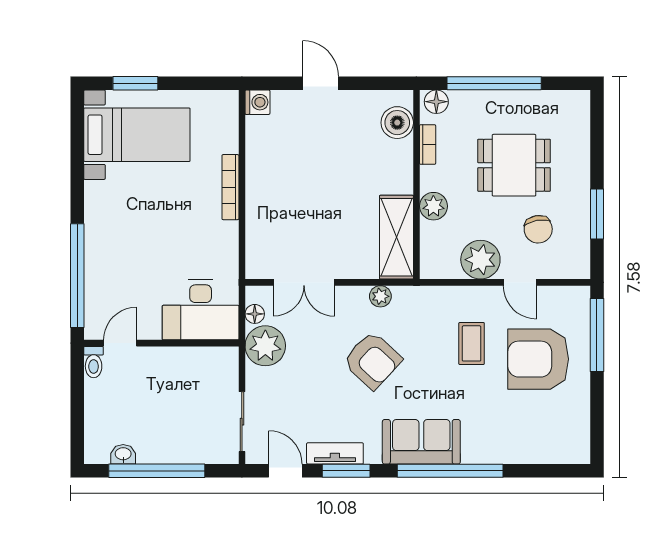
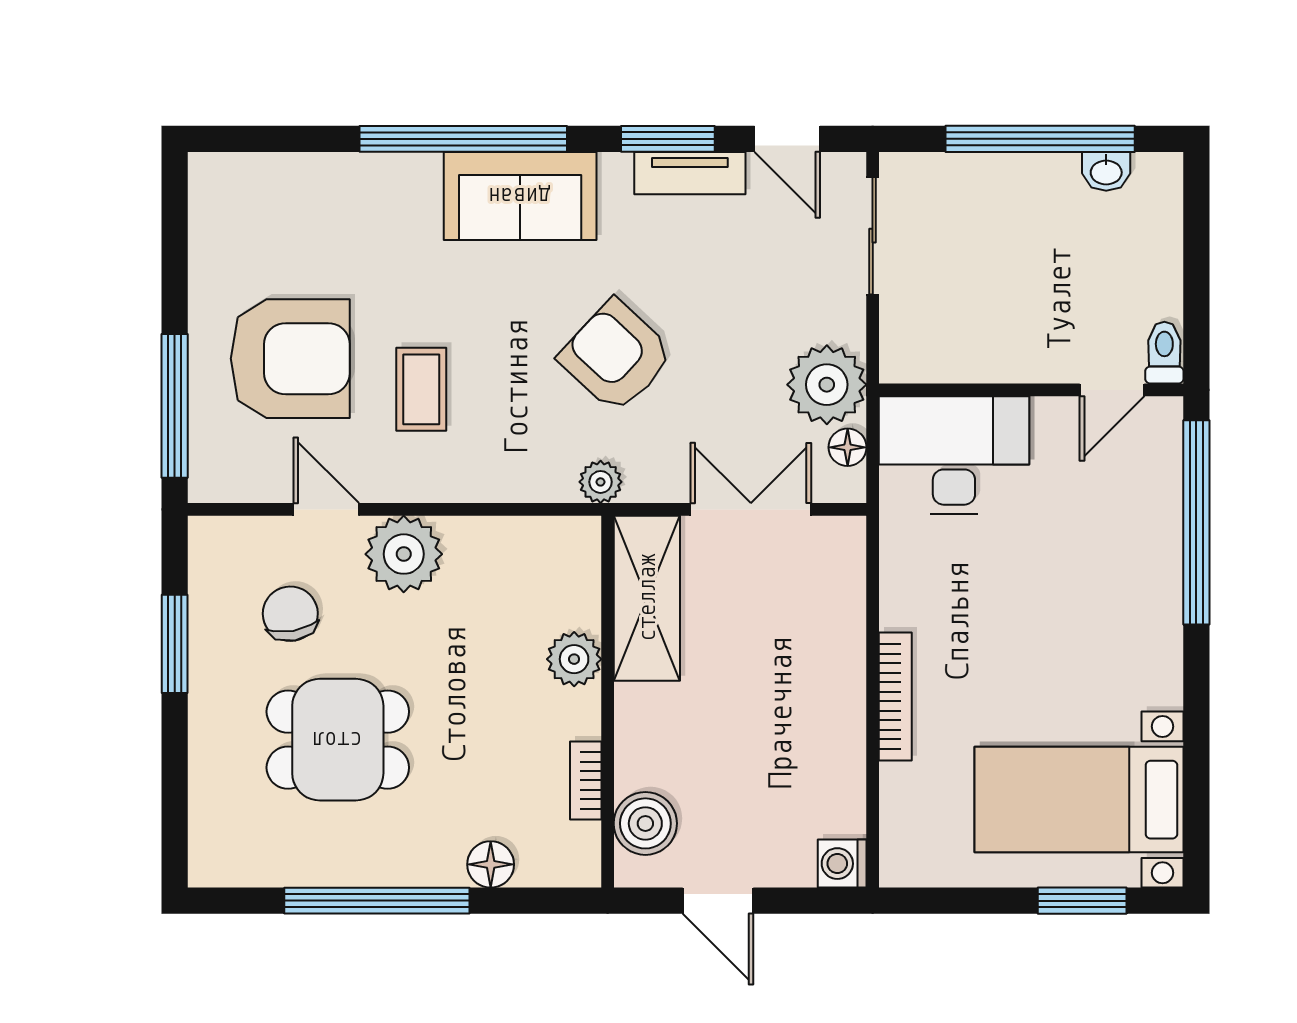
boiler: (397, 123) -> (645, 823), moved
bookcase: (428, 144) -> (586, 780), moved
wall: (416, 185) -> (608, 702), moved
plant: (433, 206) -> (574, 659), moved
shelving: (396, 237) -> (647, 598), moved

